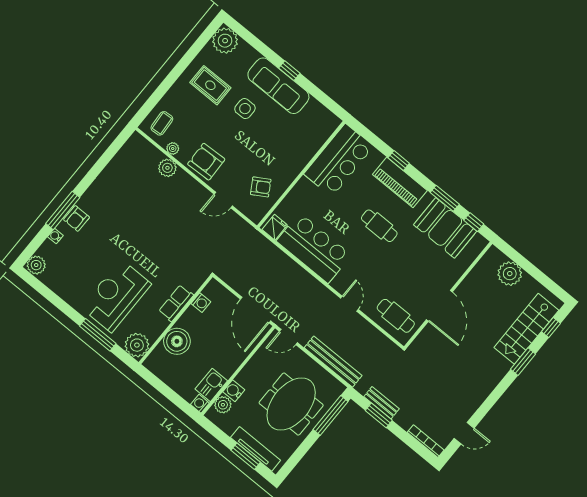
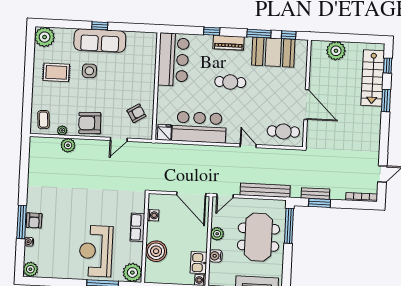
piano: (400, 182) -> (229, 43), width x0.73, depth x0.75
plant: (223, 405) -> (217, 234), moved

